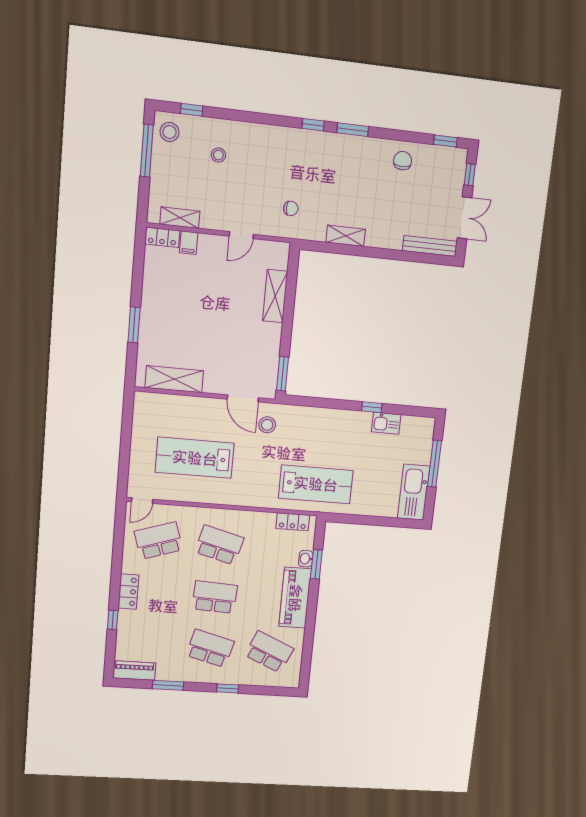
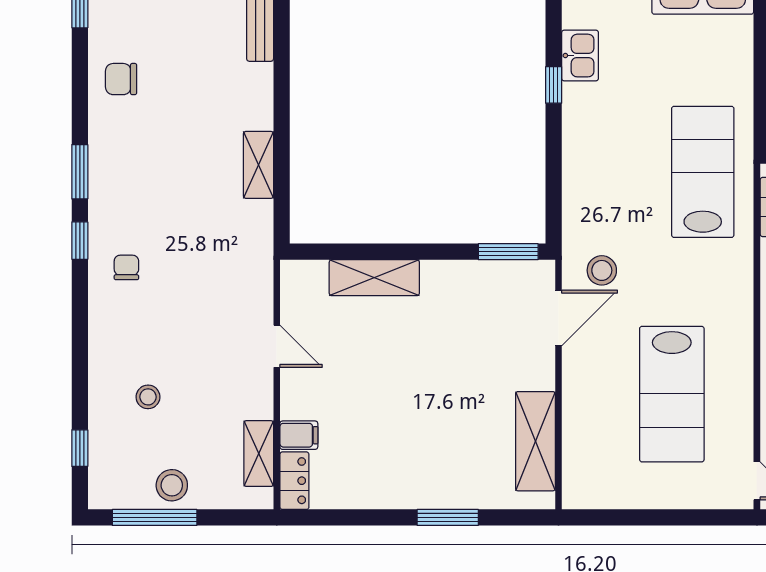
stool: (170, 132) -> (172, 485), moved
chair: (291, 208) -> (126, 267), moved

